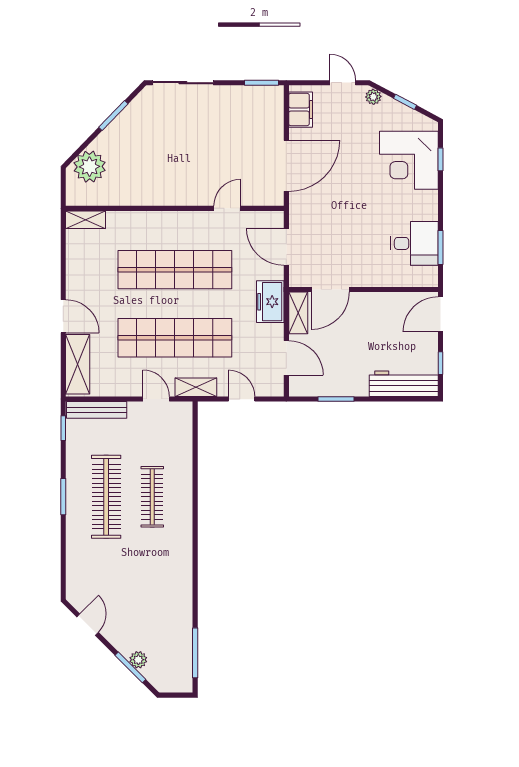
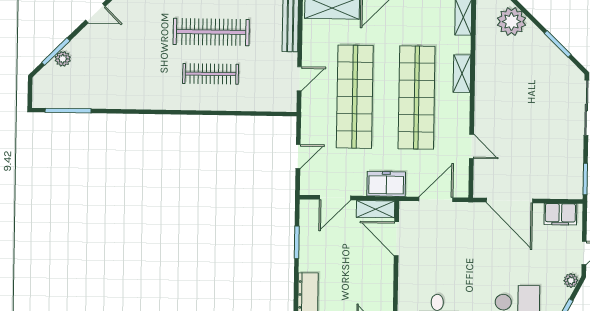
shelving: (196, 387) -> (462, 74), moved

